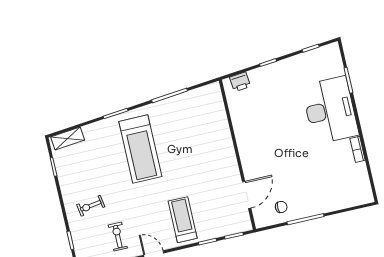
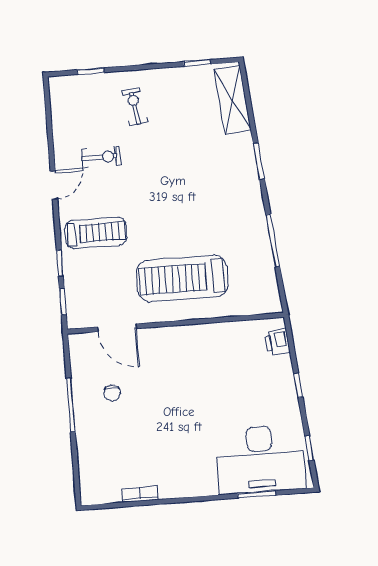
desk: (330, 110) -> (260, 459), moved
shelving: (68, 139) -> (232, 100), width x1.50, depth x1.33
treadmill: (140, 149) -> (182, 279), moved
bookcase: (358, 149) -> (140, 494), moved
chair: (281, 207) -> (112, 393), moved
exercise bike: (118, 237) -> (101, 157), moved

